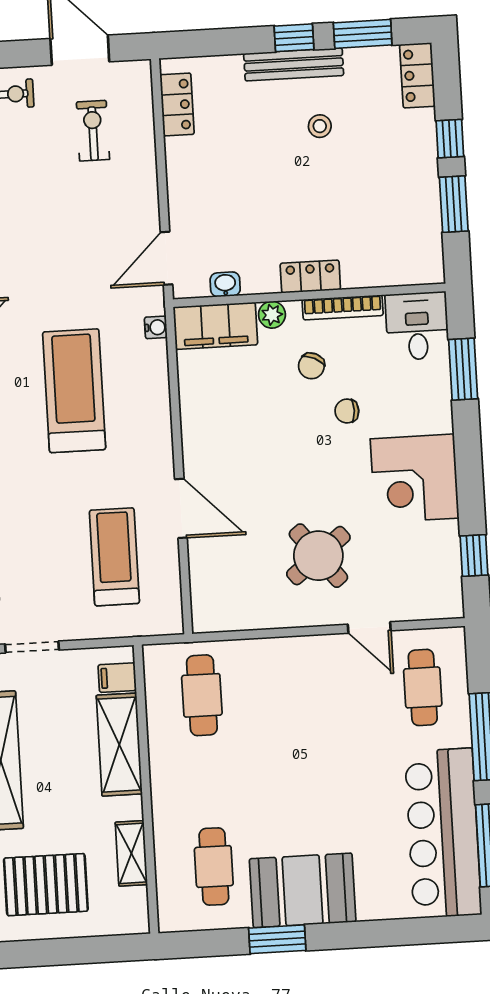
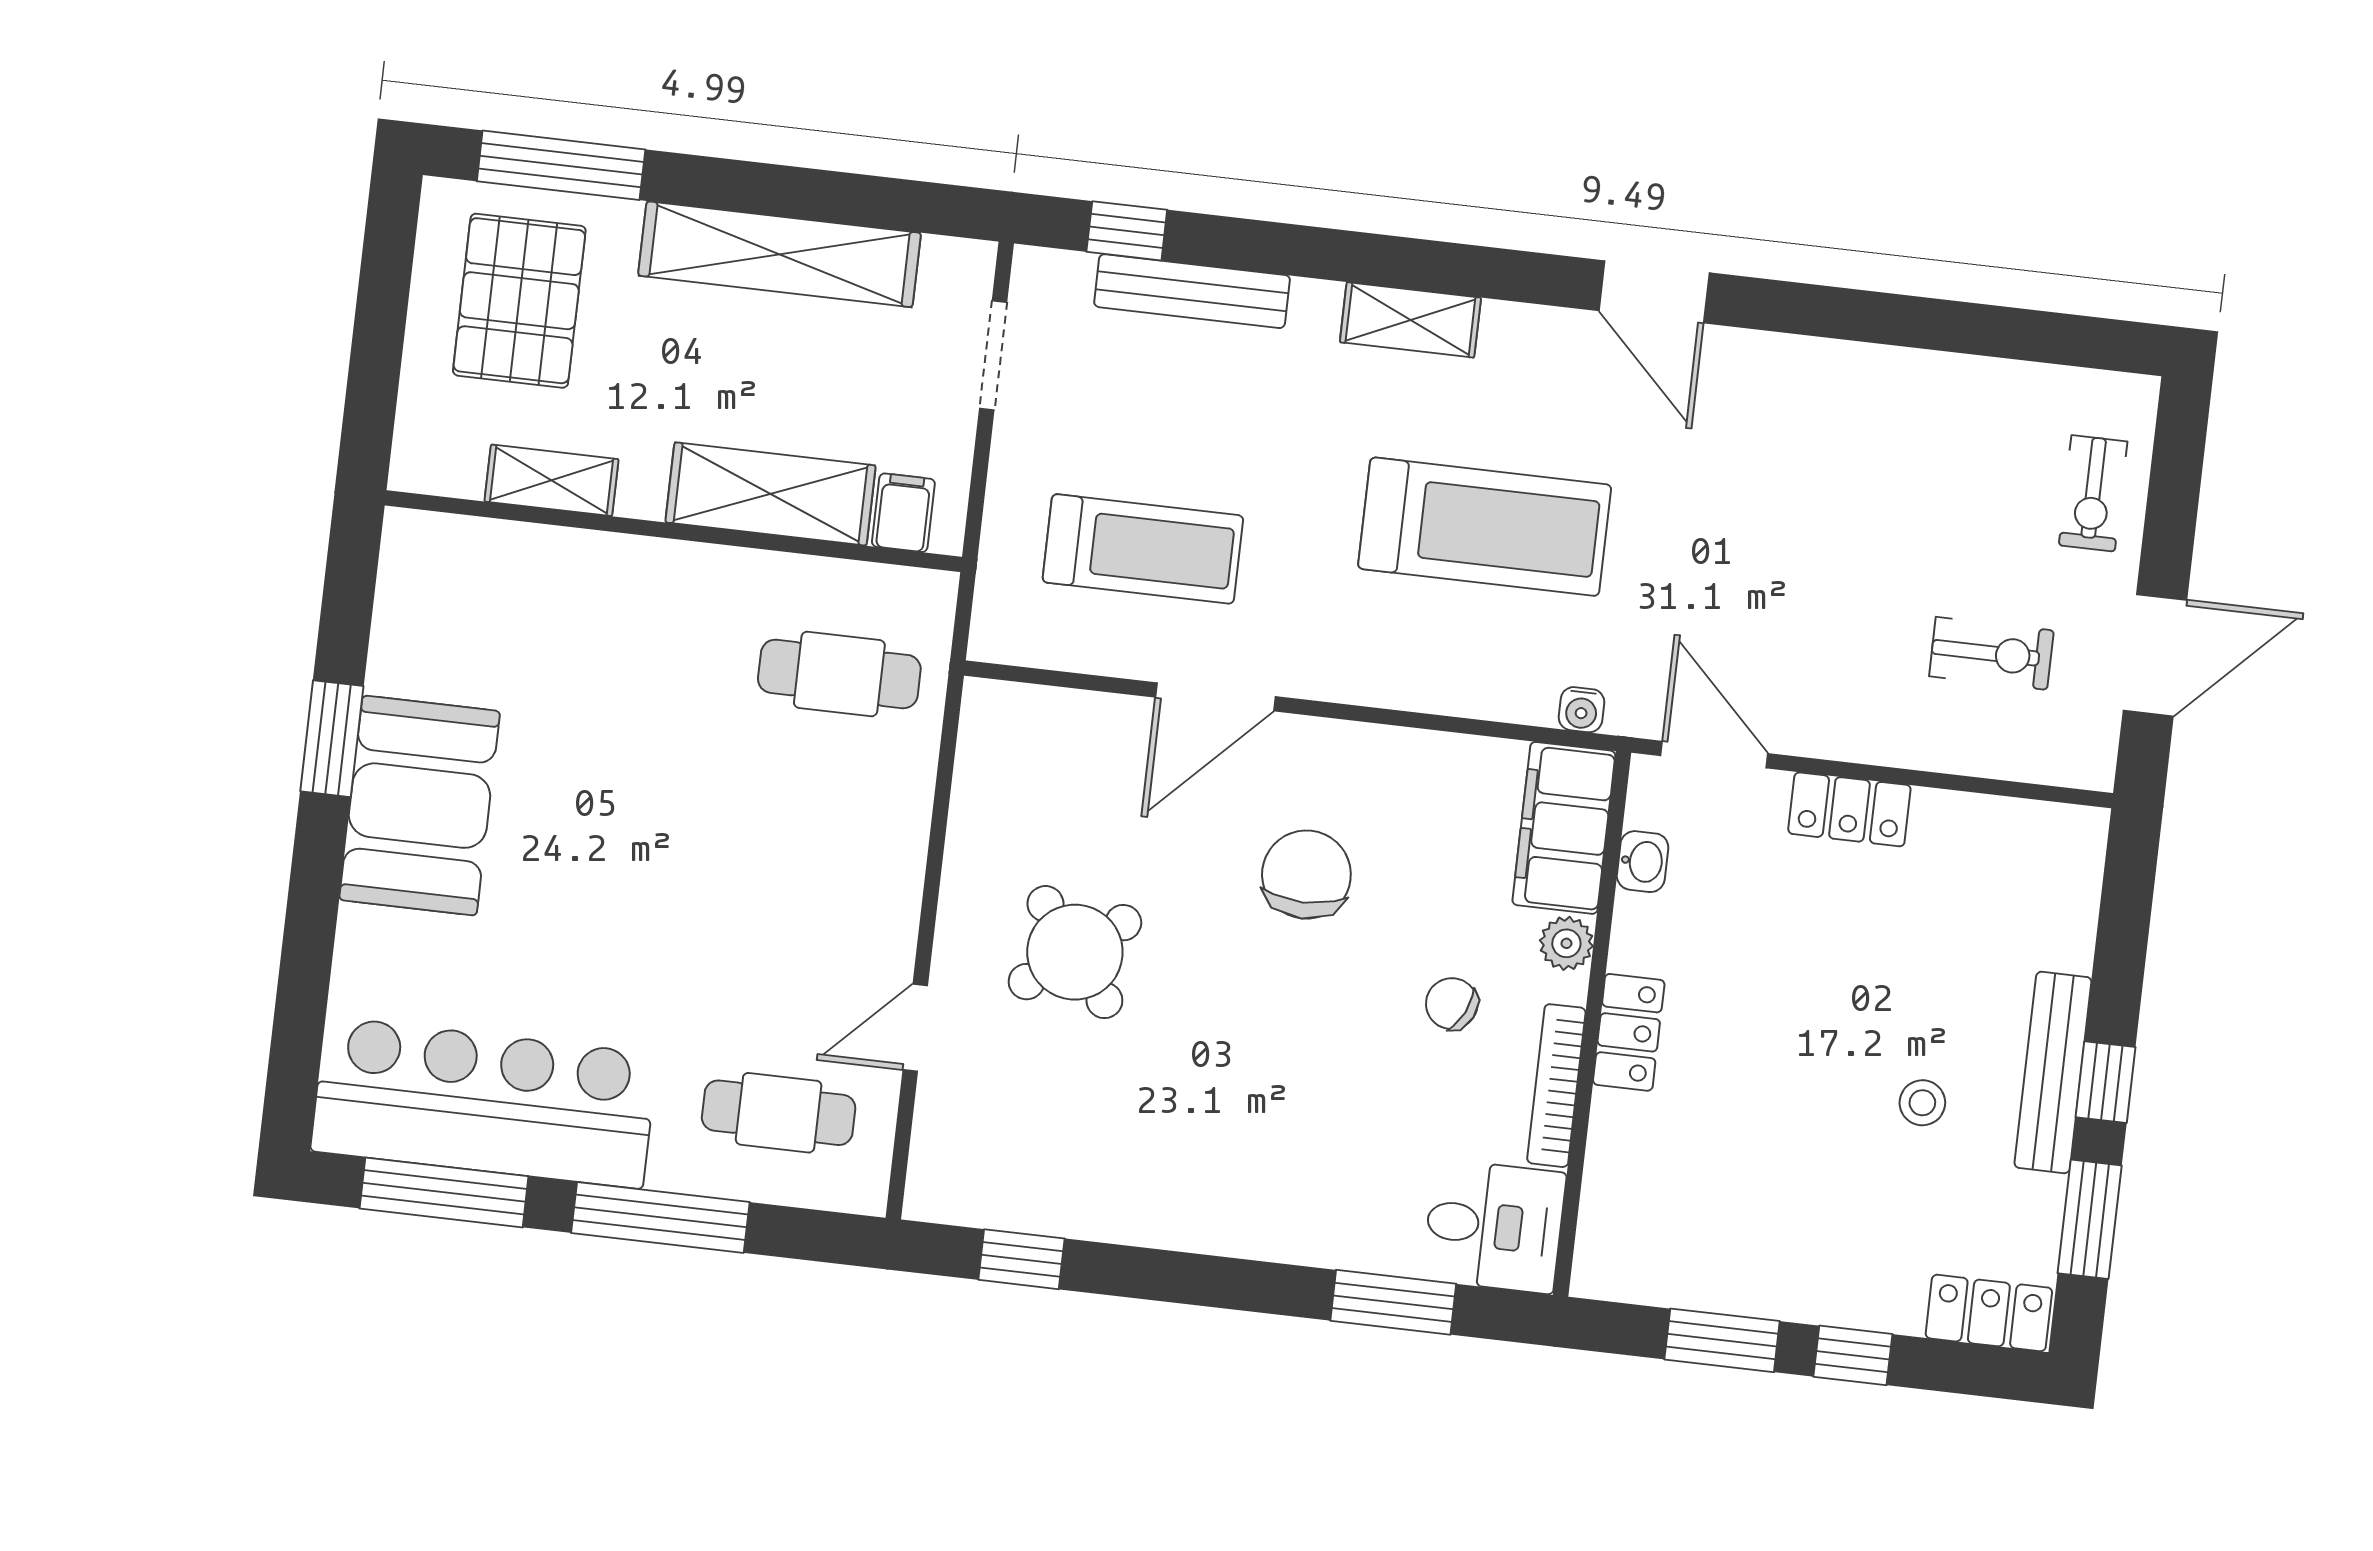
locker: (177, 105) -> (1849, 809), moved
chair: (347, 411) -> (1306, 875), moved, width x1.87, depth x1.87
corner desk: (415, 478) -> (1194, 1169), removed
cafe table: (214, 866) -> (497, 639), removed

